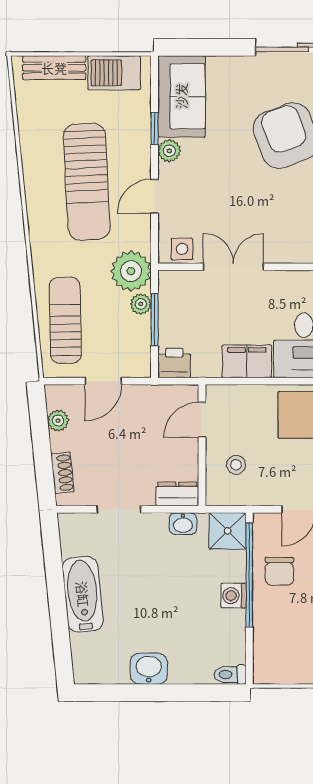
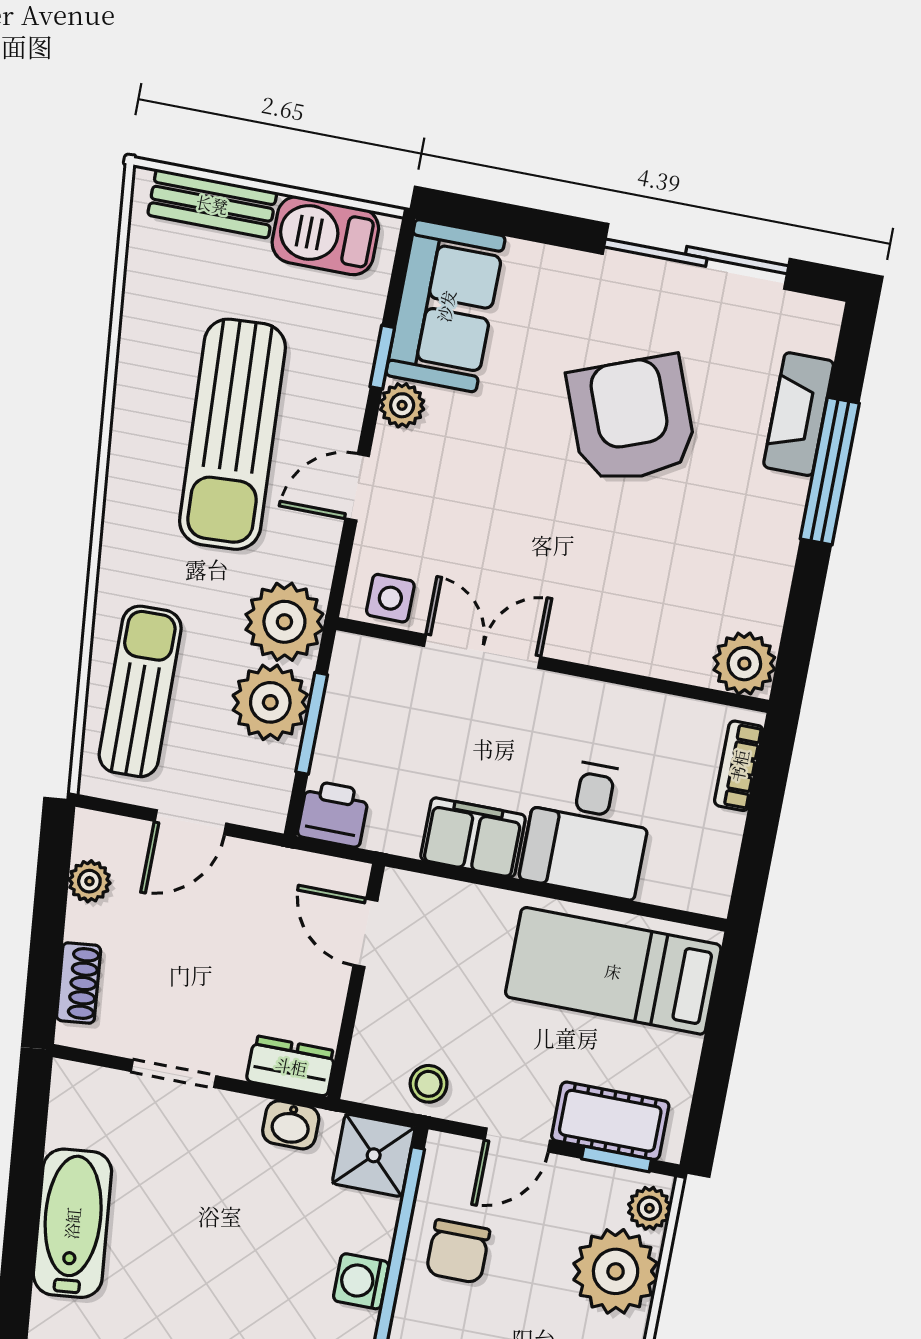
plant: (141, 304) -> (270, 702), width x1.88, depth x1.88
door: (202, 420) -> (365, 933), hinge flipped
stool: (236, 465) -> (429, 1084), moved

